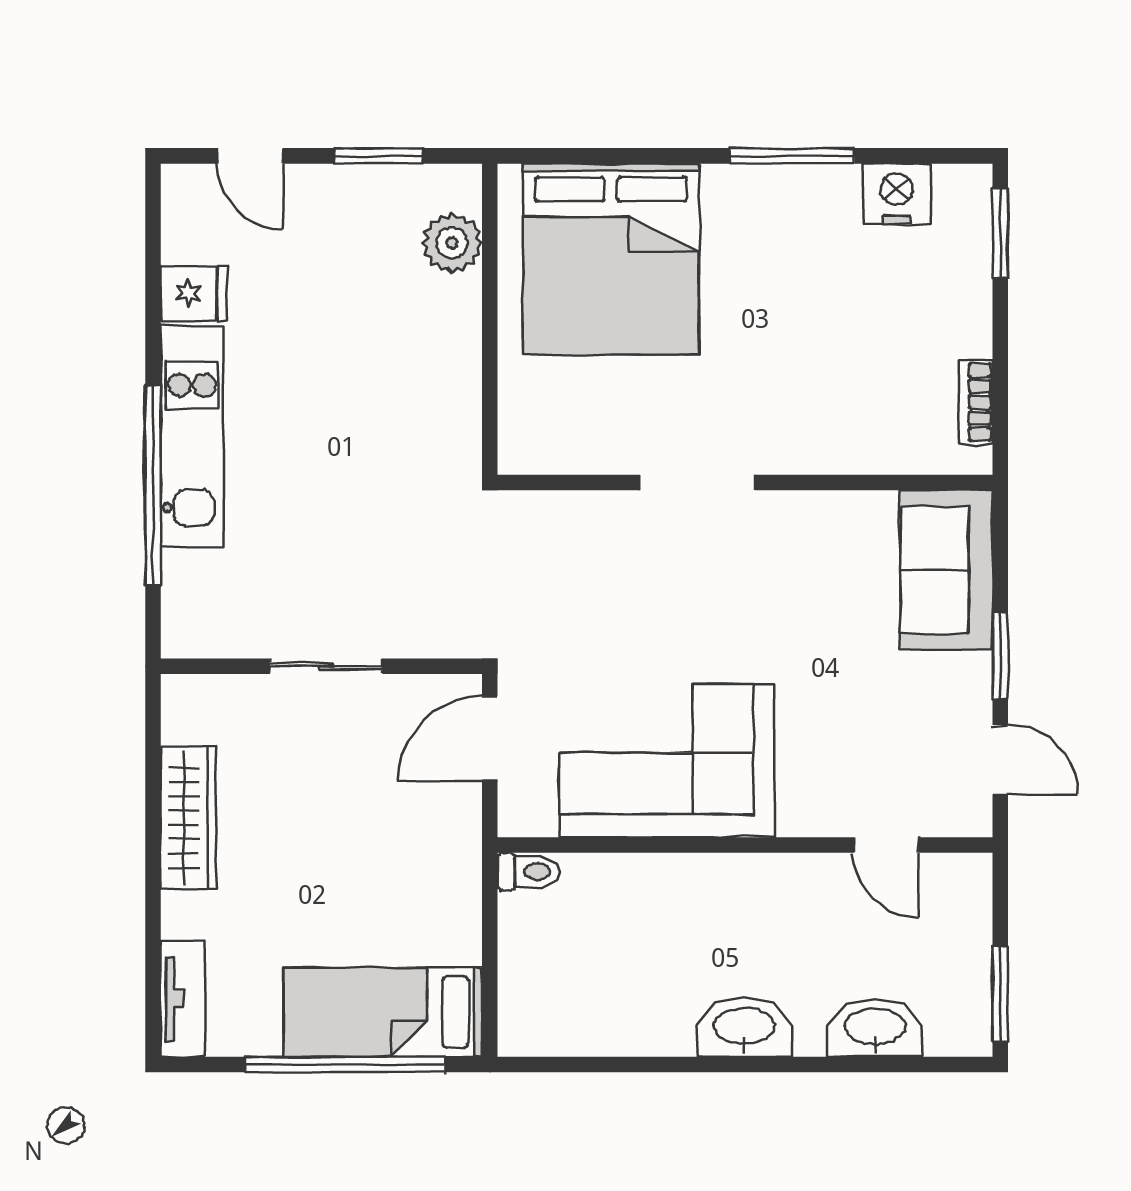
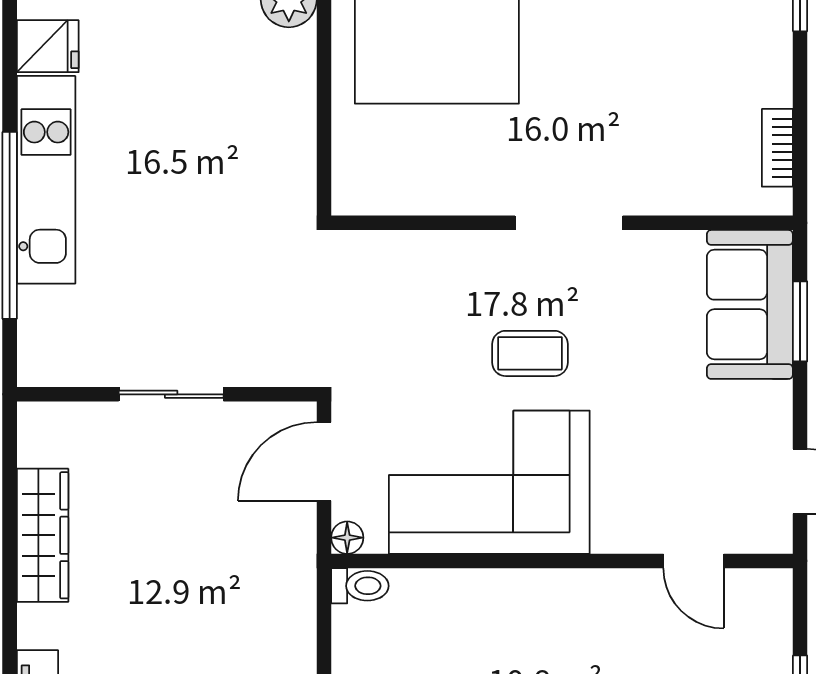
doorway: (697, 483) -> (569, 223), moved
coffee table: (711, 623) -> (530, 353), added
window: (1000, 656) -> (800, 321), moved
floor lamp: (515, 820) -> (347, 538), added

